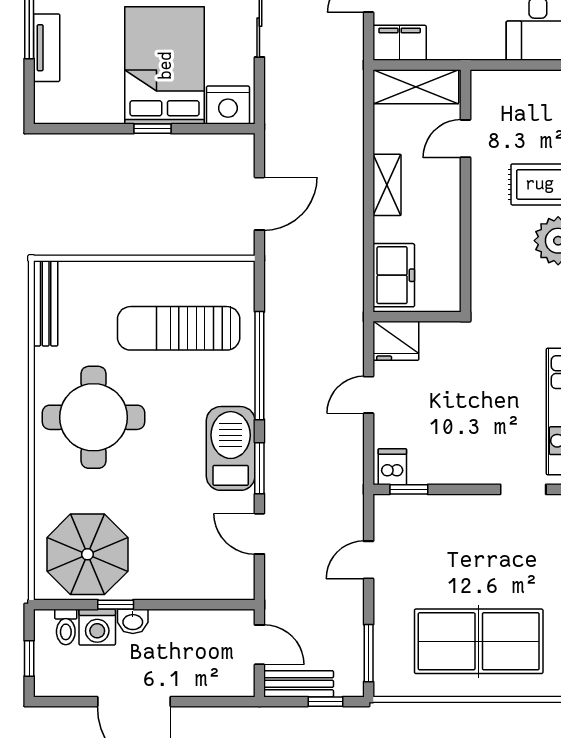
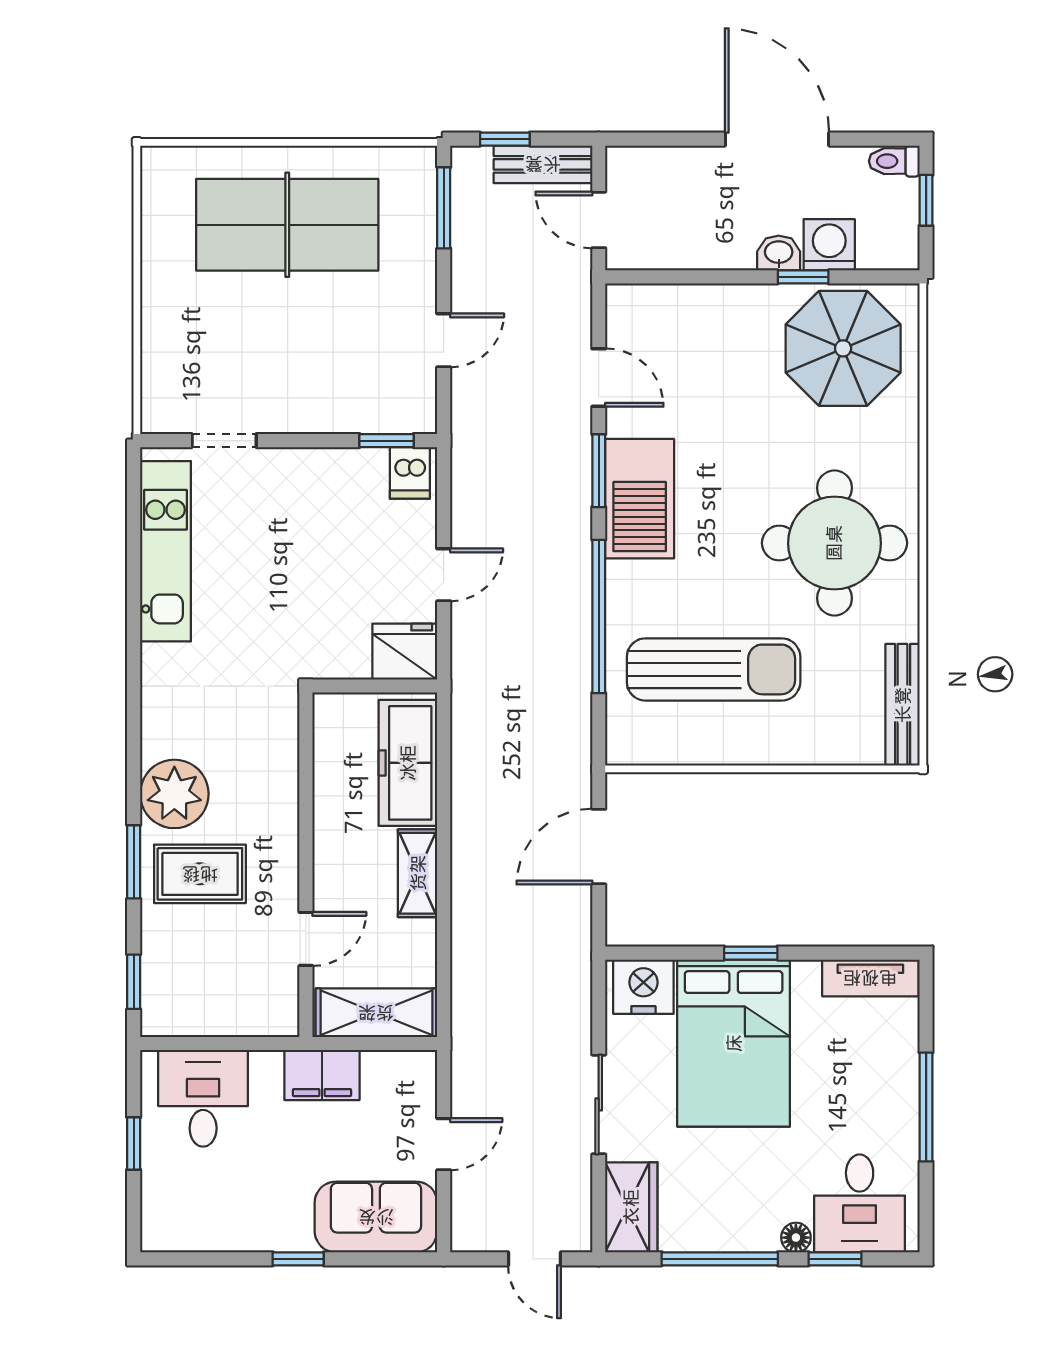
filing cabinet: (400, 43) -> (322, 1075), moved
tv unit: (47, 48) -> (870, 978), moved, turned -90
freezer: (394, 275) -> (408, 763), width x1.40
toilet: (66, 627) -> (894, 161), moved, turned -90

